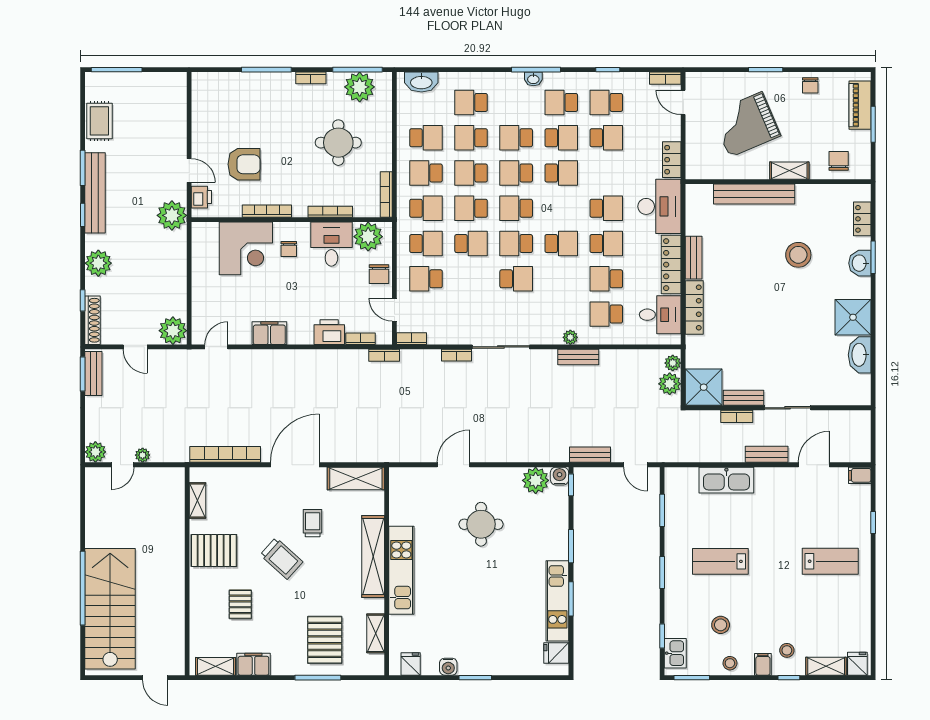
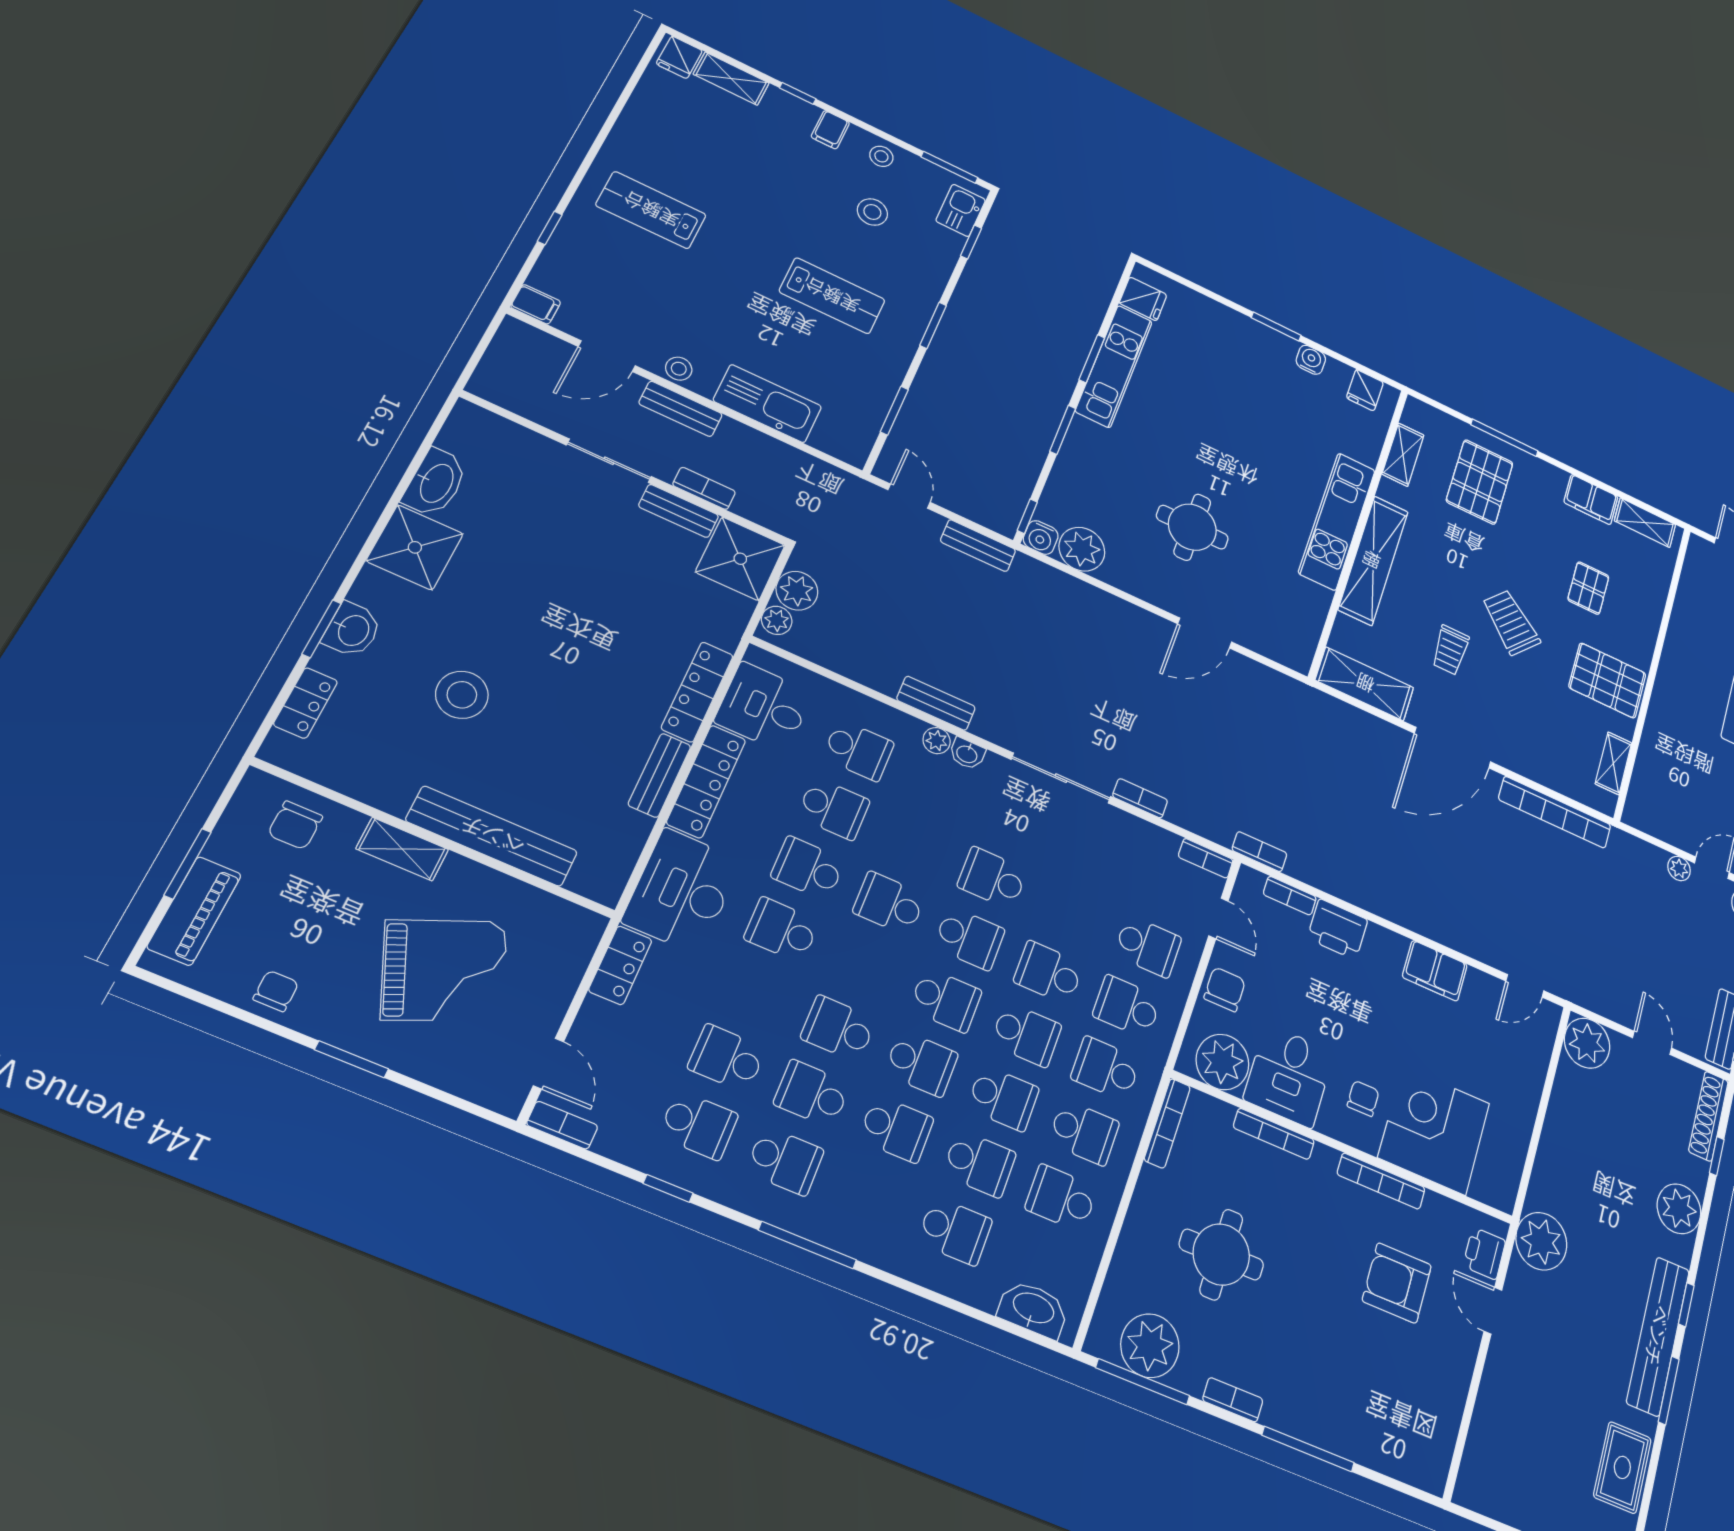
washbasin: (533, 79) -> (967, 754), moved, turned 180
stool: (787, 650) -> (679, 369), moved

